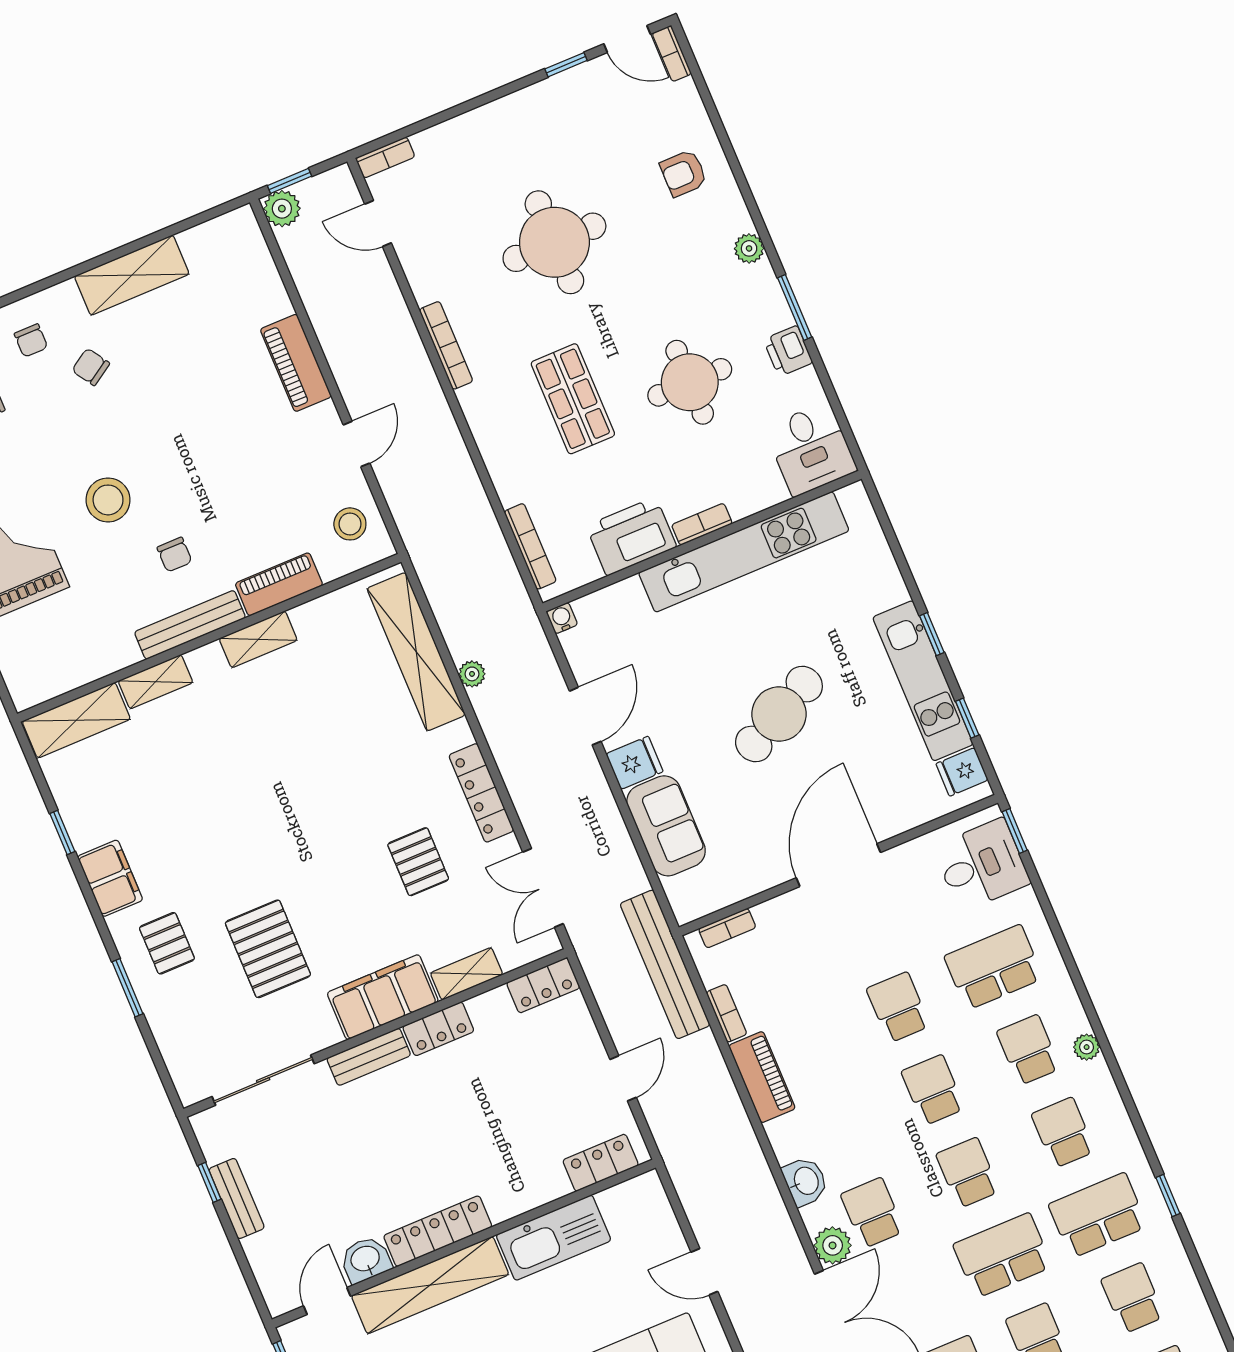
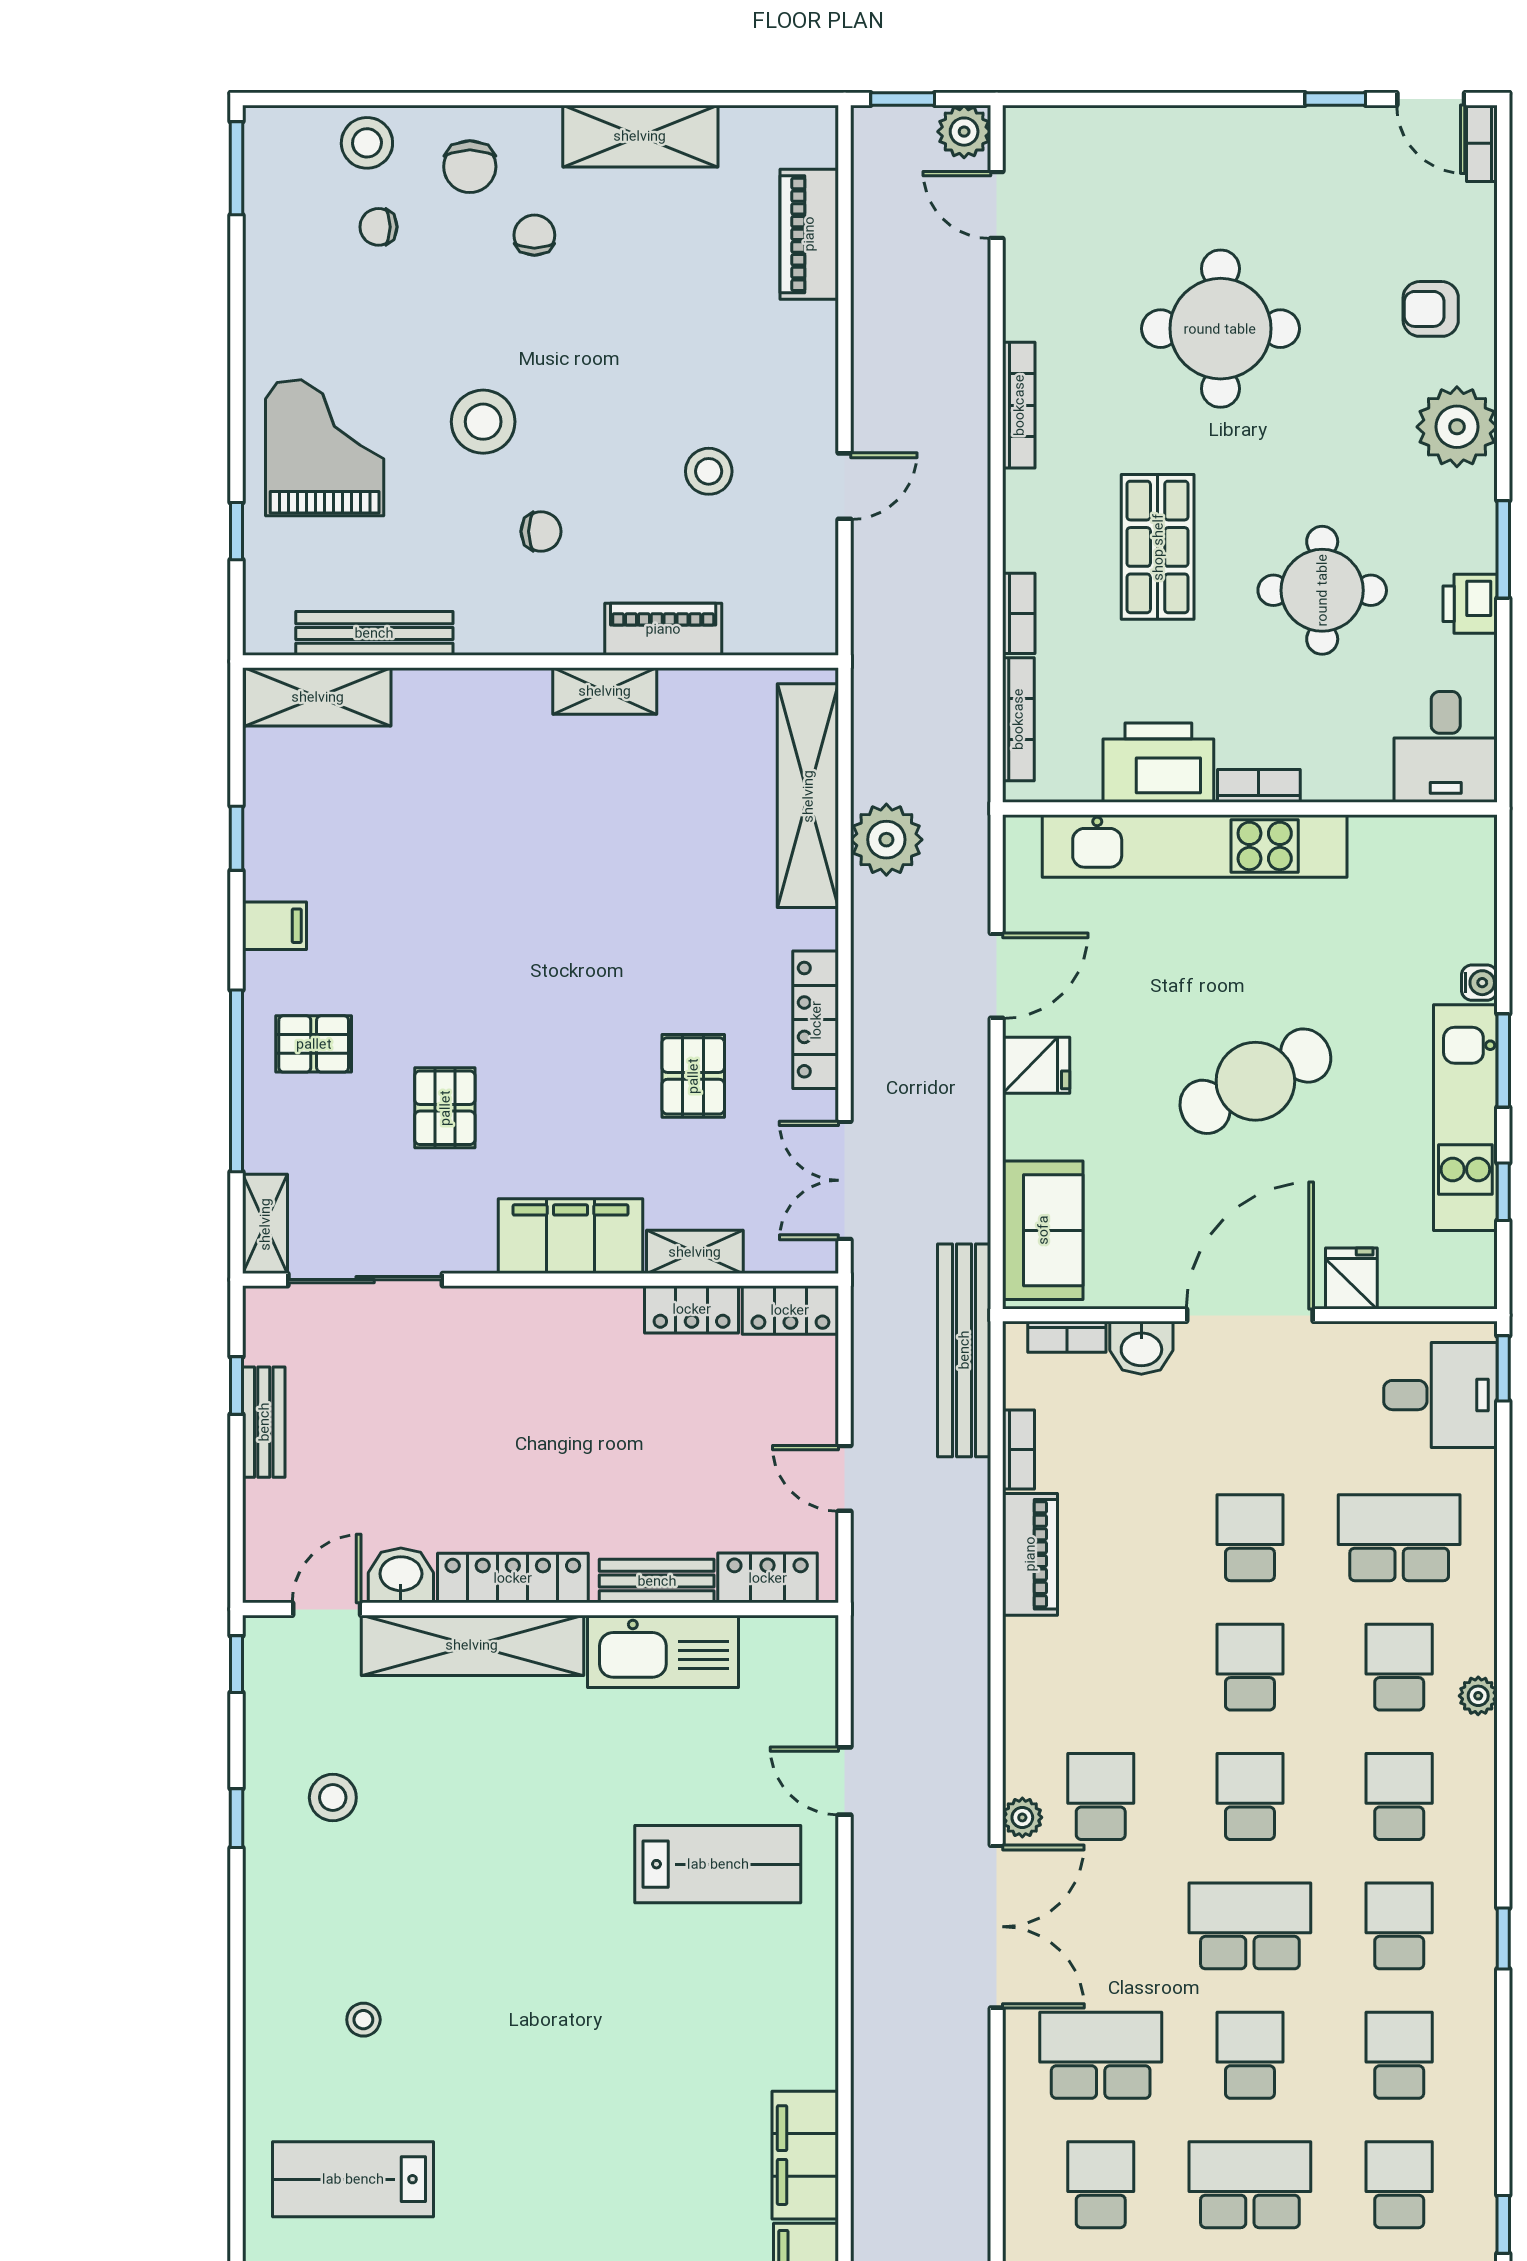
bookcase: (385, 157) -> (1019, 613), moved, turned -90
plant: (282, 209) -> (964, 132), moved
plant: (749, 248) -> (1457, 427), width x1.87, depth x1.87
chair: (31, 340) -> (470, 167), width x1.37, depth x1.37
piano: (296, 363) -> (809, 234), moved
chair: (91, 367) -> (534, 235), turned 33
stool: (350, 524) -> (709, 471), moved
kitchen unit: (744, 552) -> (1195, 846), moved
chair: (175, 555) -> (541, 531), turned -90
water cooler: (562, 618) -> (1479, 983), moved, turned 90
bench: (190, 625) -> (374, 633), moved
window: (932, 634) -> (1503, 1060), width x1.50
plant: (472, 674) -> (886, 840), width x1.87, depth x1.87
shelving: (155, 682) -> (265, 1224), moved, turned 90
fridge: (962, 772) -> (1351, 1278), moved, turned 90
sofa: (666, 826) -> (1043, 1230), moved
filing cabinet: (110, 878) -> (274, 926), width x0.50
pallet: (167, 943) -> (314, 1044), turned 90
pallet: (268, 949) -> (445, 1108), width x0.67, depth x0.71
window: (128, 988) -> (237, 1081), width x2.11
locker: (438, 1029) -> (692, 1309), moved
bench: (369, 1057) -> (657, 1581), moved
door: (623, 1078) -> (845, 1478), swing flipped
washbasin: (805, 1181) -> (1141, 1348), moved, turned 90
school desk: (1098, 1215) -> (1399, 1926), width x0.54
plant: (833, 1245) -> (1022, 1817), width x0.73, depth x0.73

